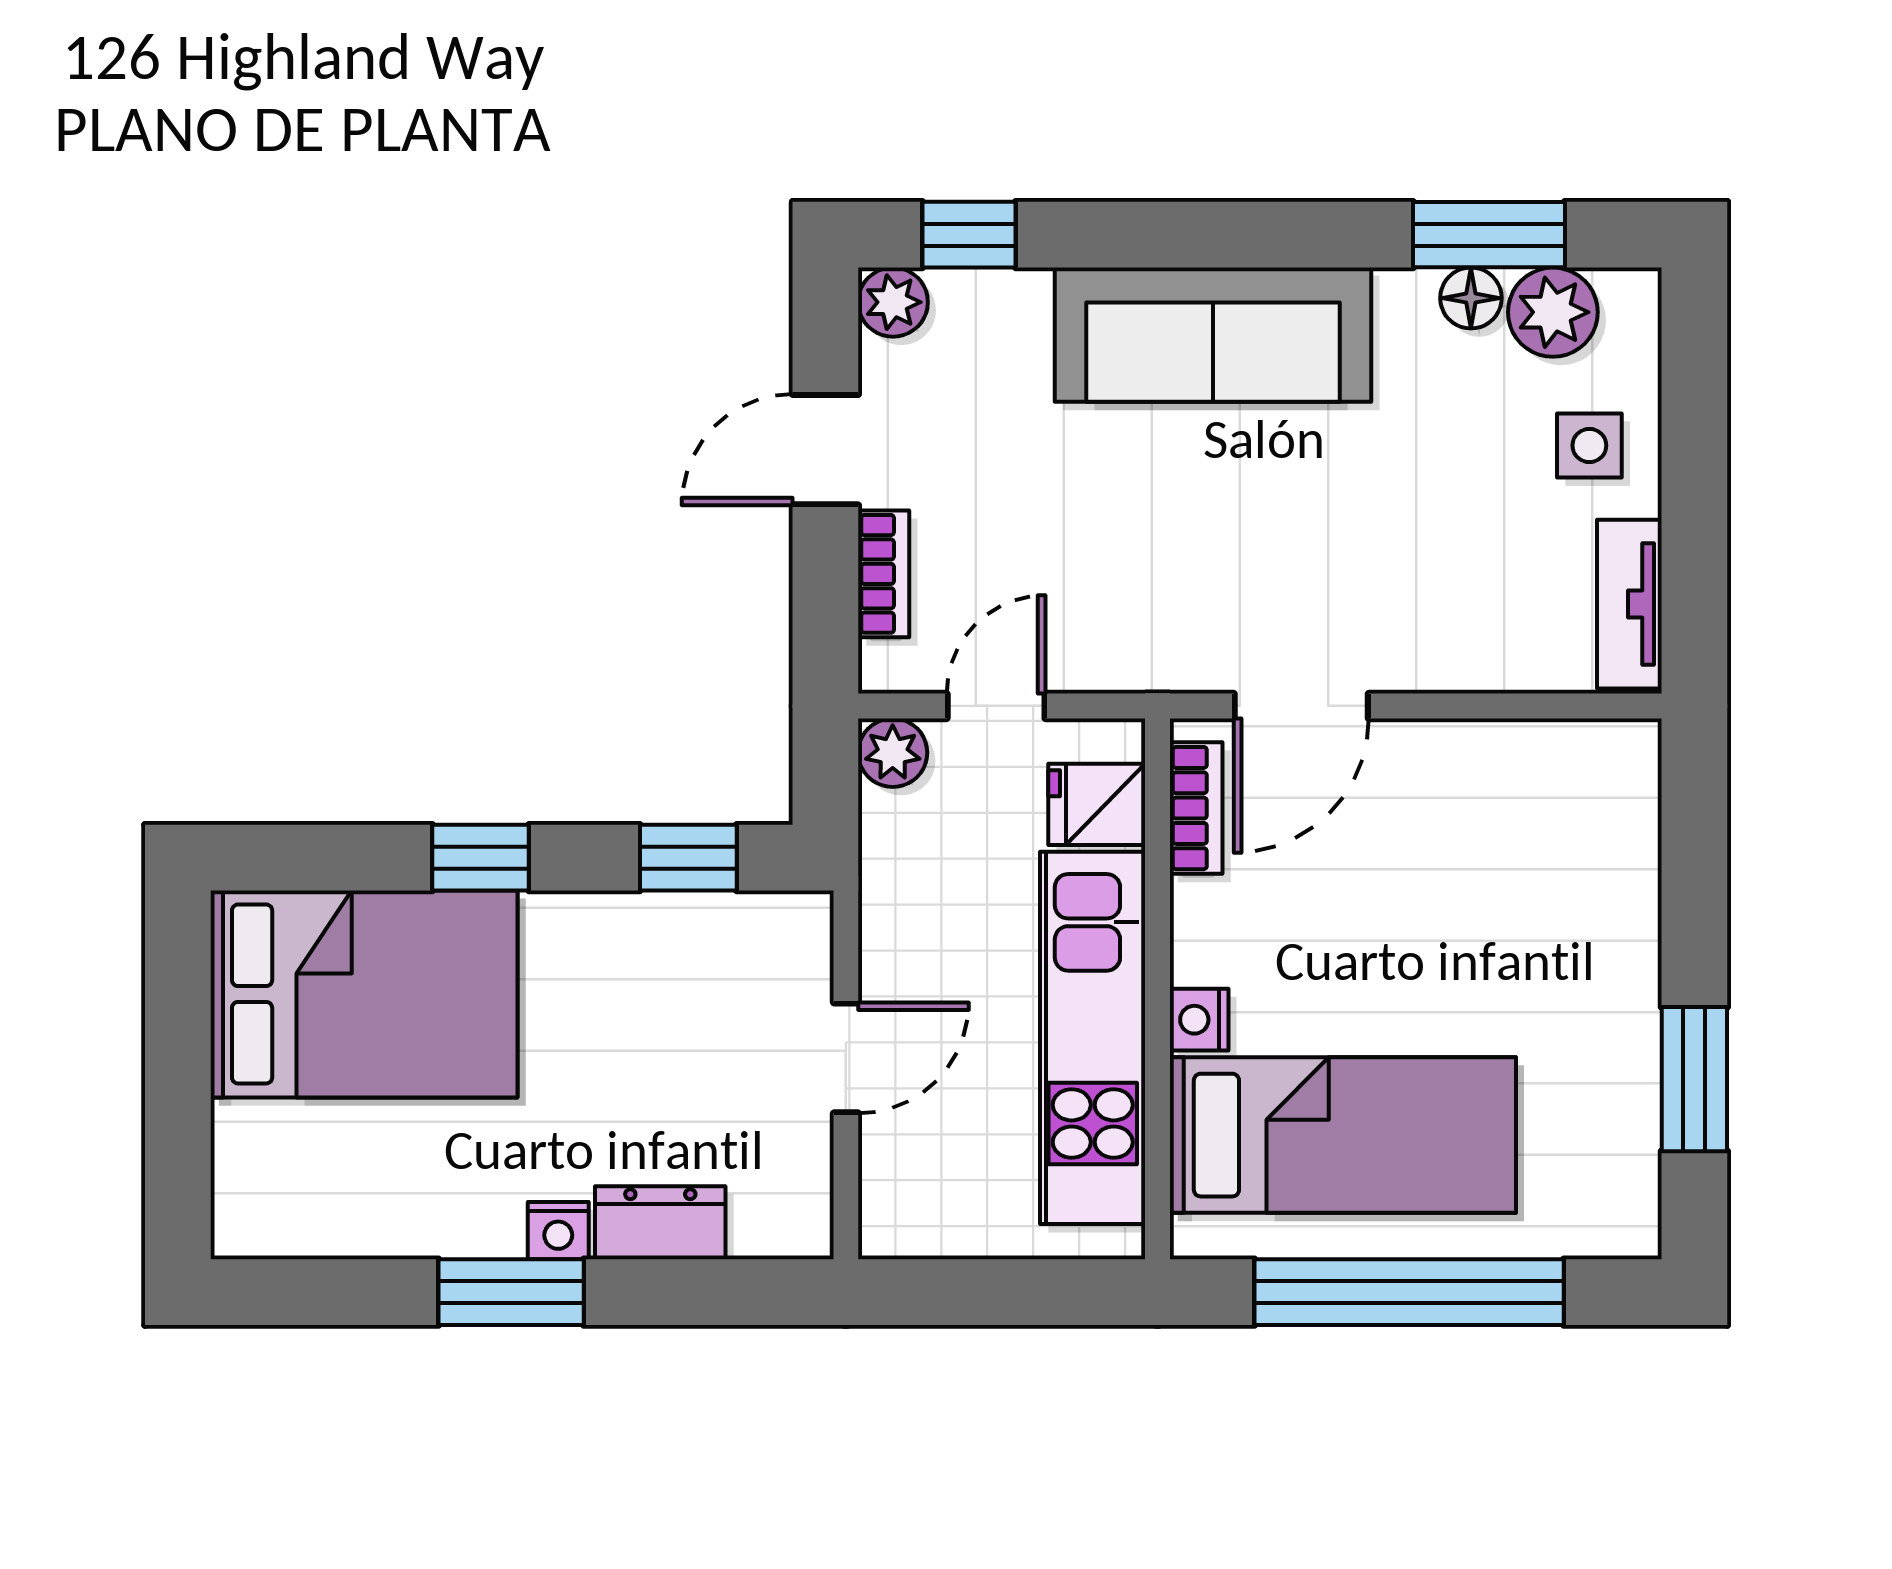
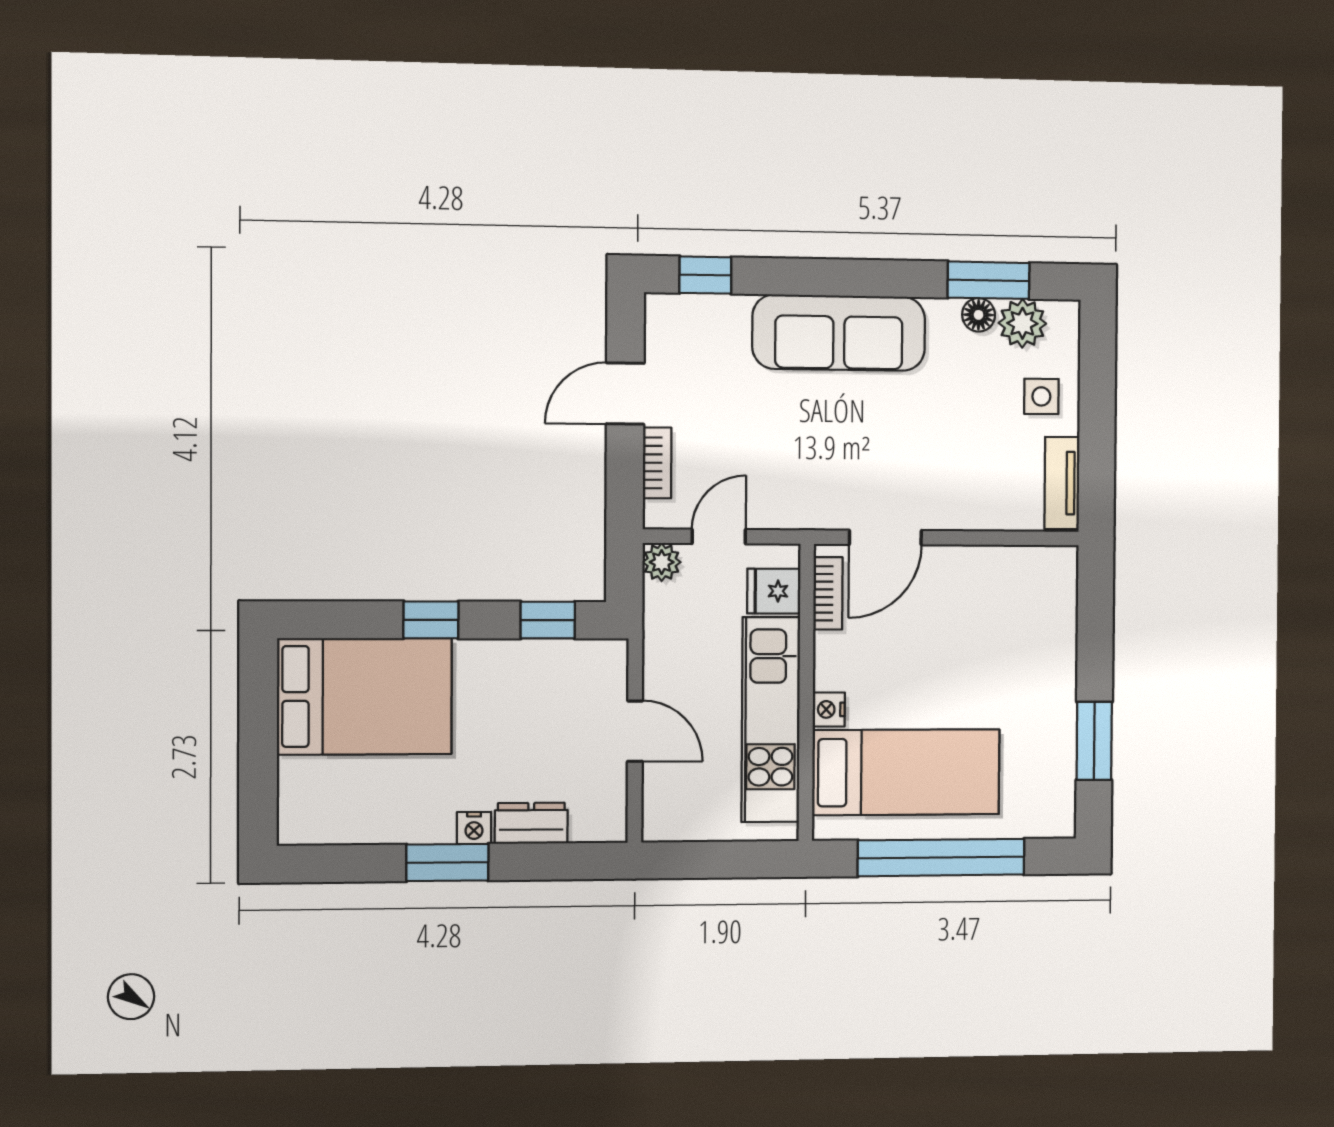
plant: (893, 302) -> (663, 312), removed
door: (846, 1058) -> (635, 731), hinge flipped

